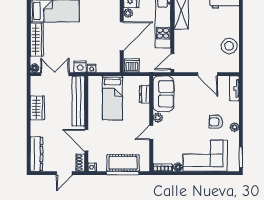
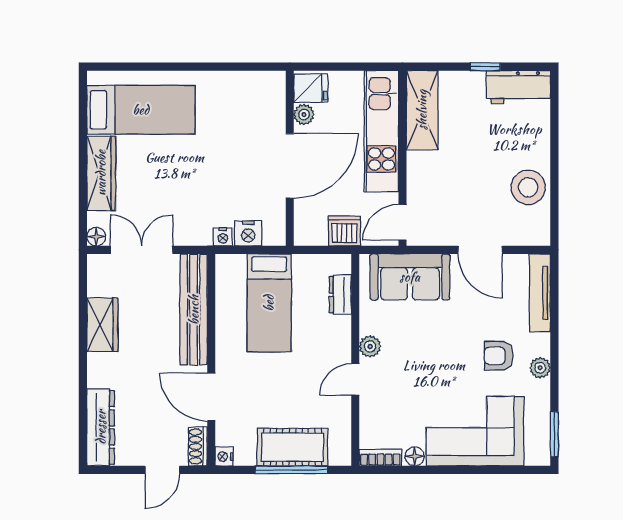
dishwasher: (132, 66) -> (344, 231), moved
nightstand: (80, 67) -> (248, 233), moved
tv unit: (234, 88) -> (540, 293), width x1.41
sofa: (163, 94) -> (410, 277), moved, turned 90

